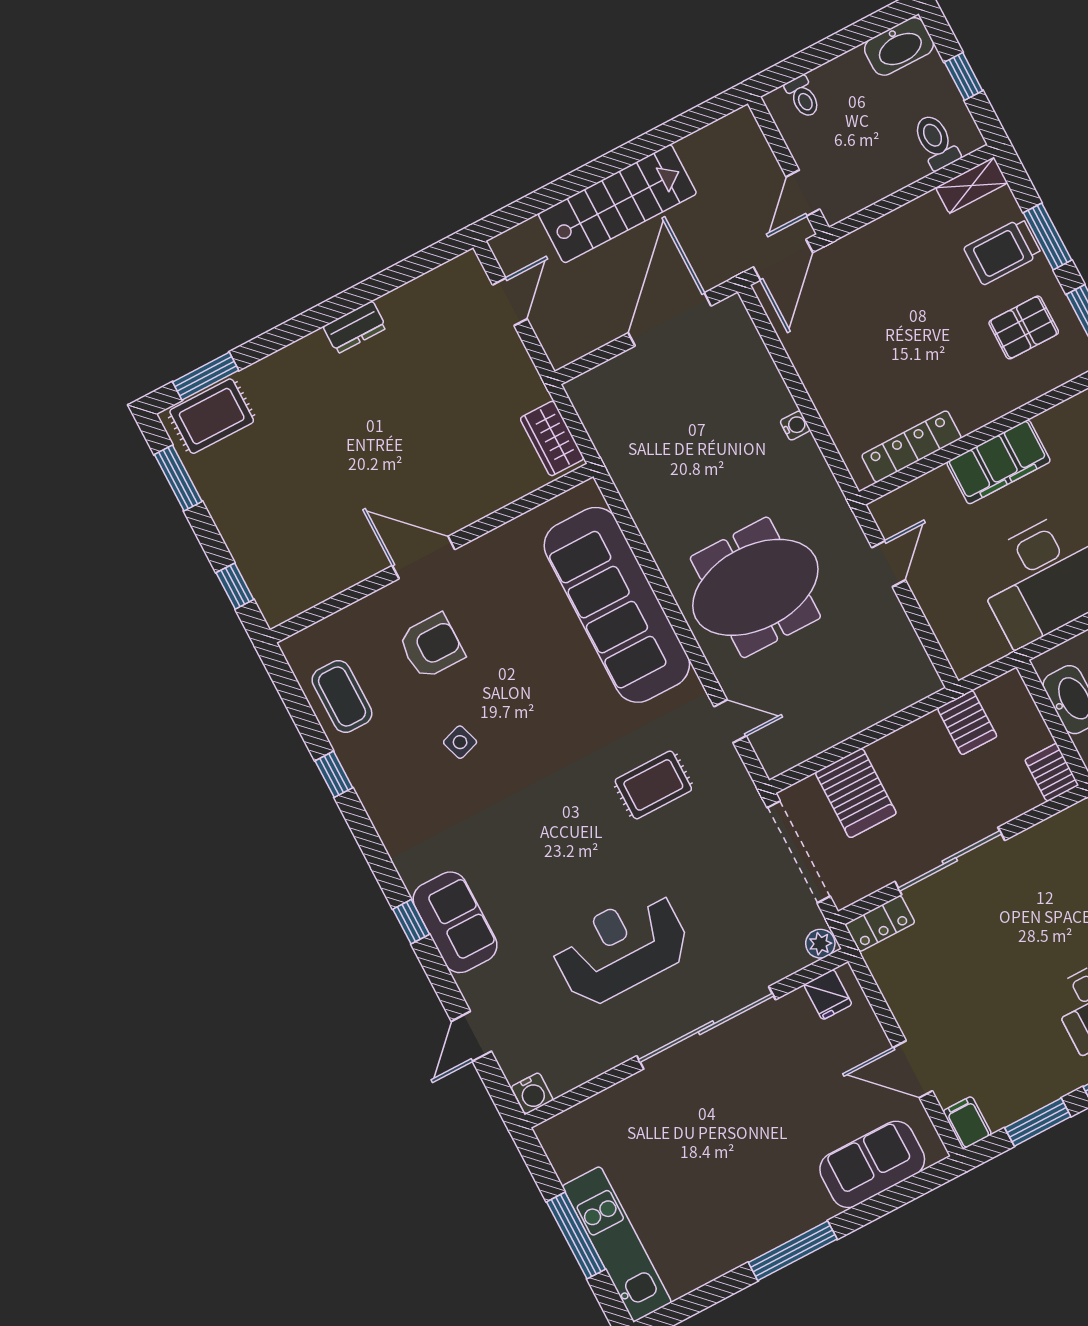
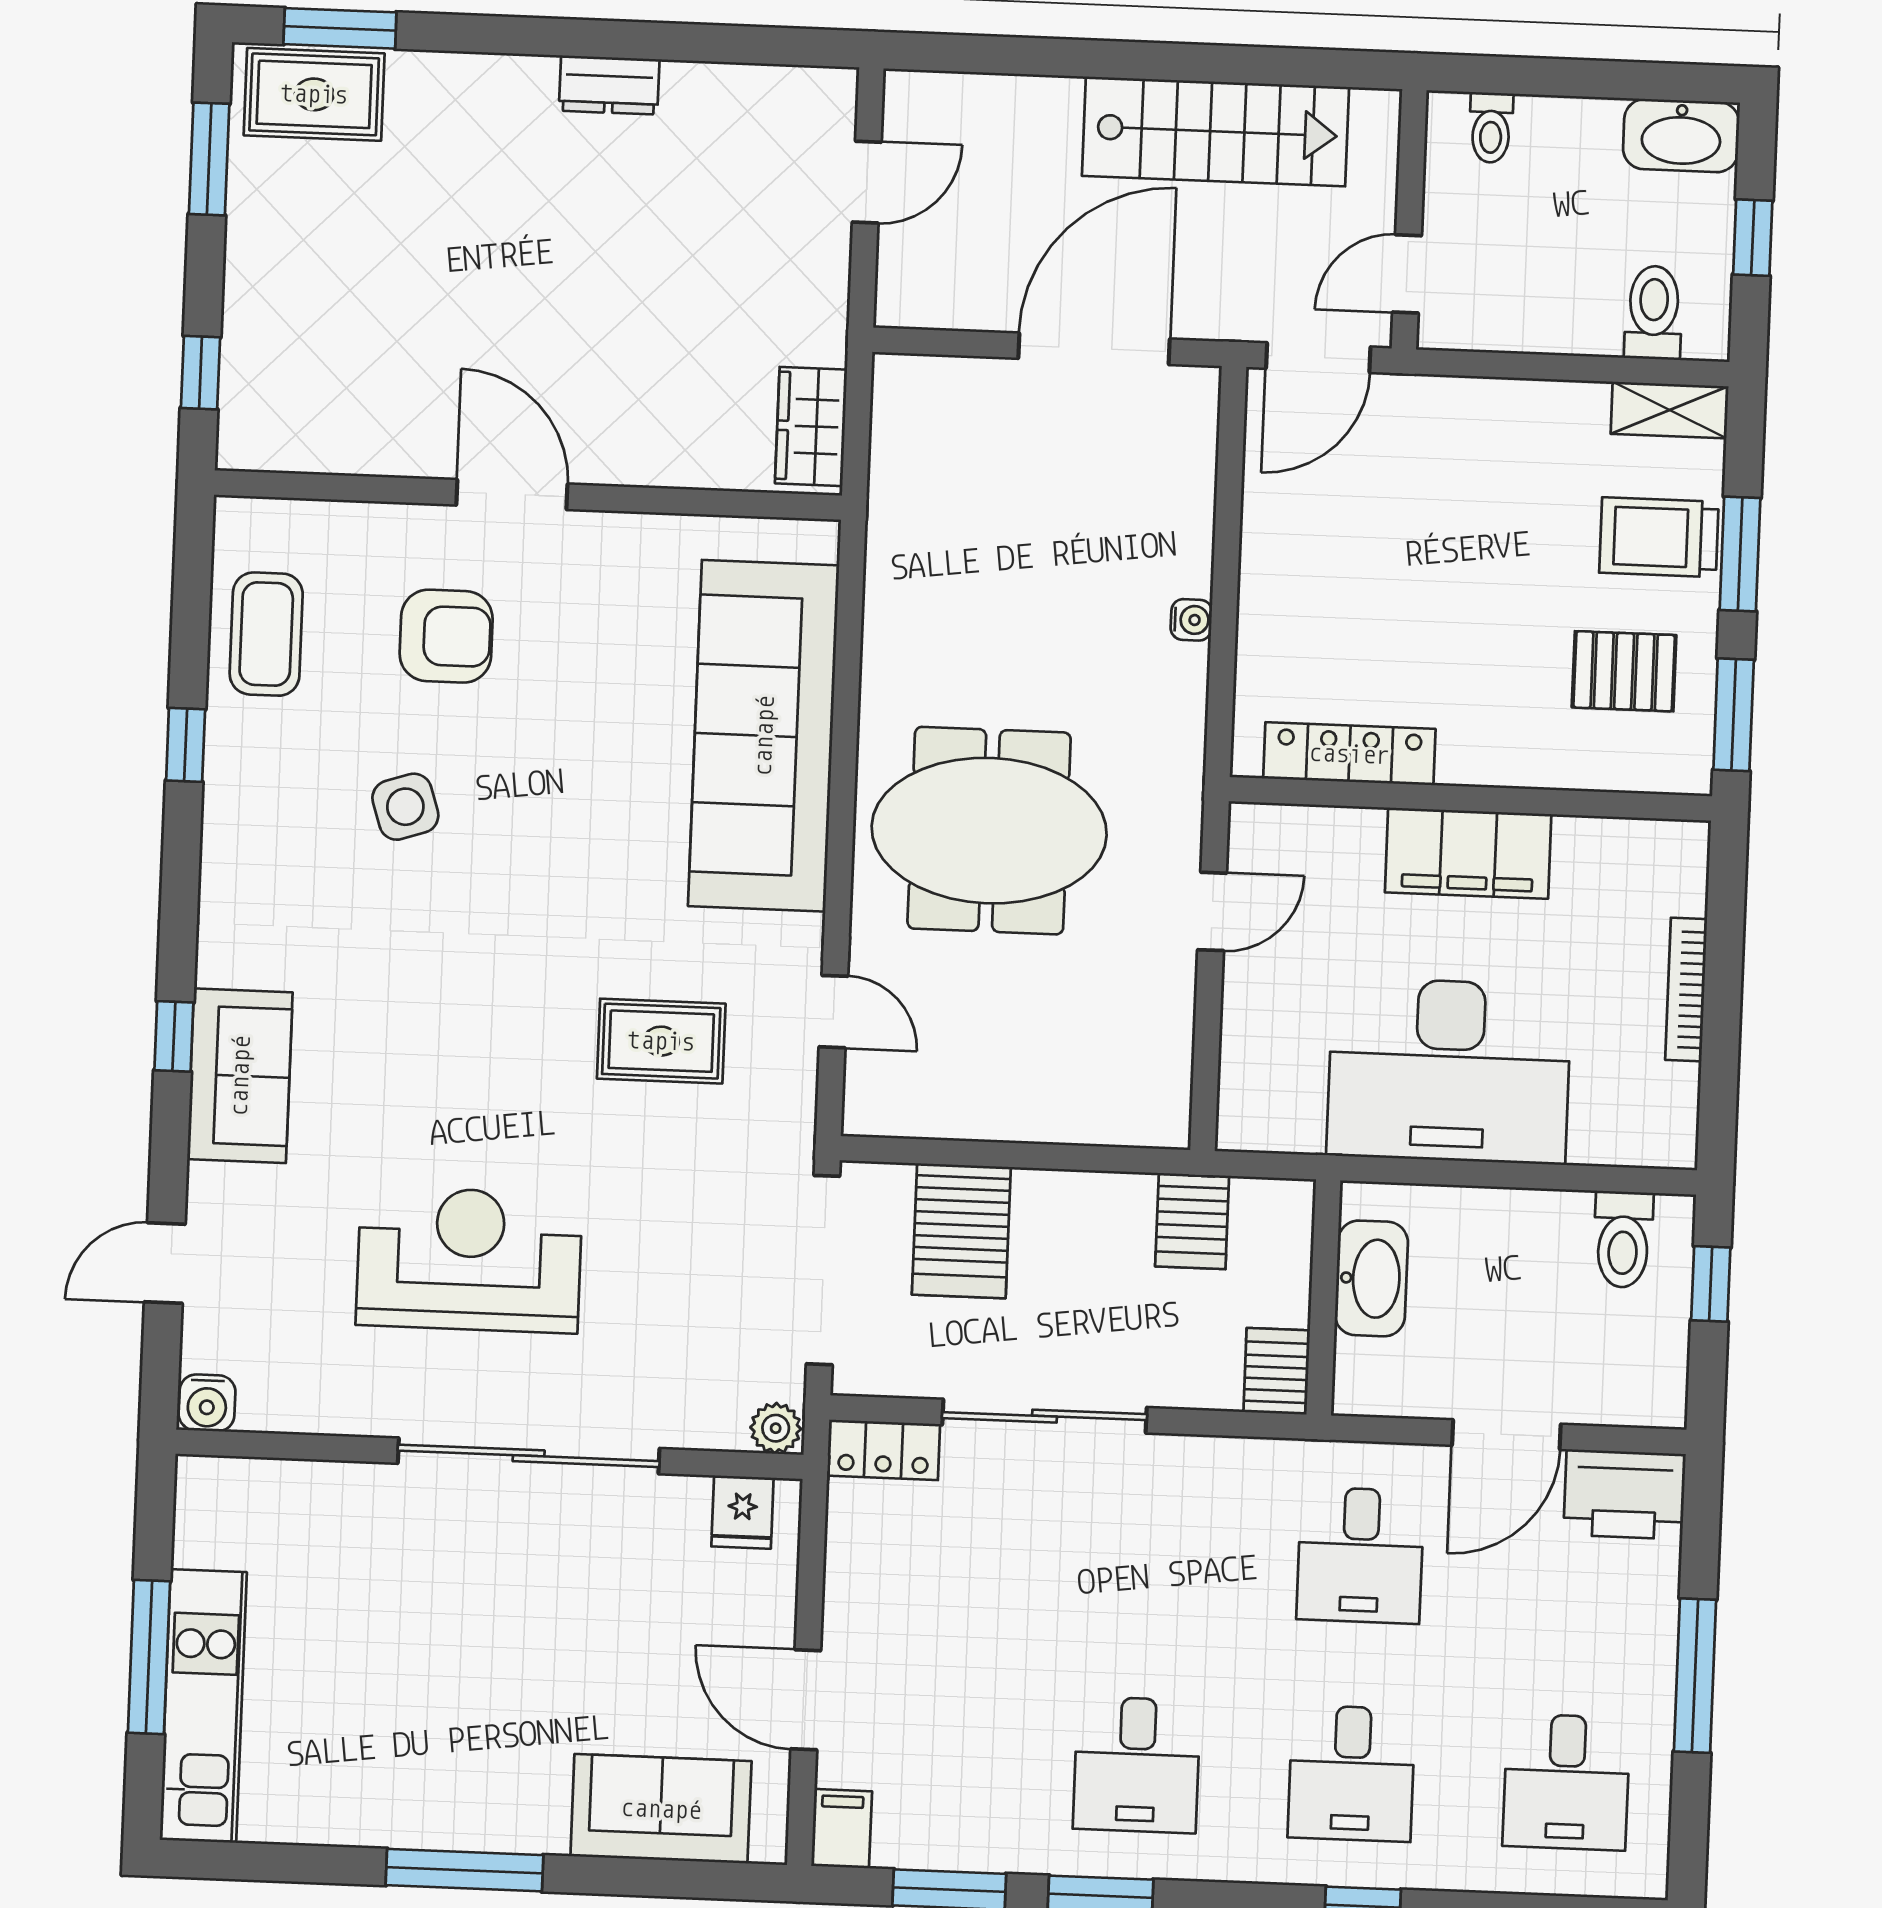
stairs: (617, 204) -> (1215, 131), moved
side table: (460, 742) -> (405, 807), width x1.37, depth x1.37

